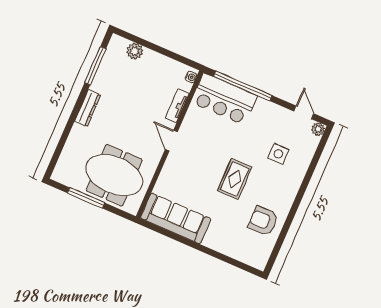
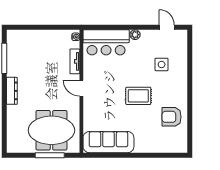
plant: (135, 51) -> (28, 36), removed
window: (243, 86) -> (115, 27), removed
plant: (318, 129) -> (135, 35), moved
rug: (235, 179) -> (138, 96), turned 90
window: (86, 198) -> (50, 155), moved

